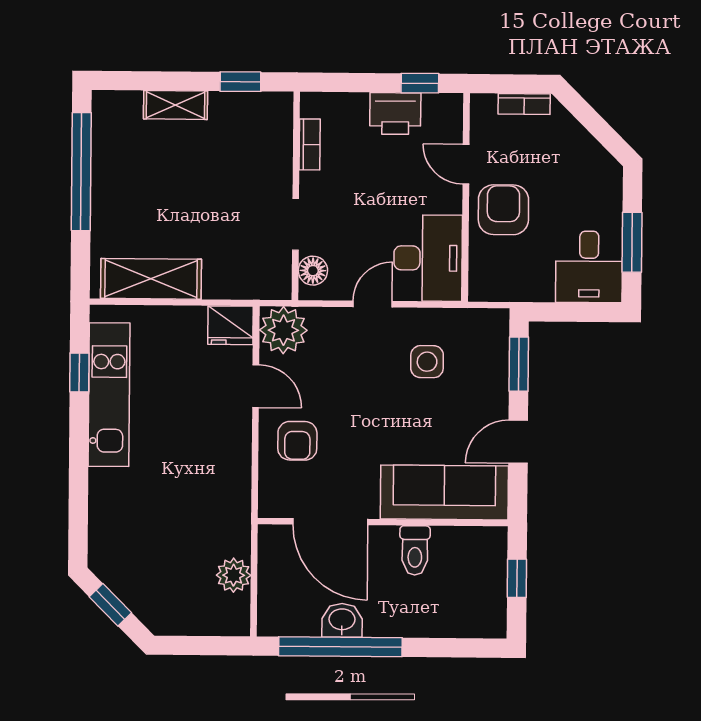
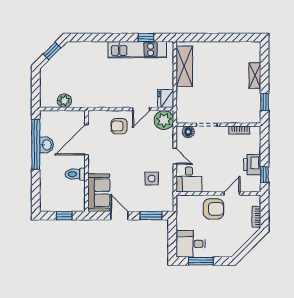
window: (81, 172) -> (227, 38), removed
desk: (428, 258) -> (189, 178), width x0.73
sofa: (444, 492) -> (99, 193), width x0.73

